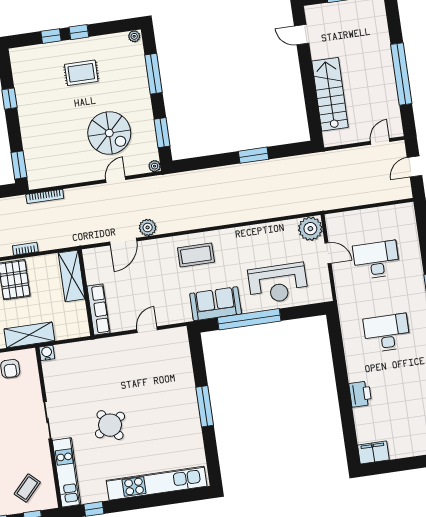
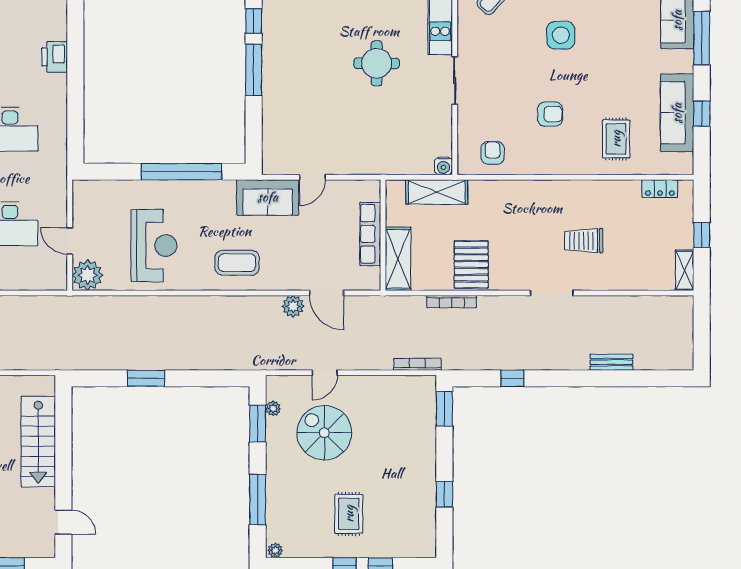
rug: (81, 73) -> (349, 514), turned 90
plant: (155, 166) -> (273, 408), moved
door: (123, 242) -> (327, 293), swing flipped
bookcase: (25, 249) -> (452, 302), width x1.56
reception desk: (278, 283) -> (154, 246), moved, turned 90
sofa: (216, 304) -> (268, 197), moved
row of seats: (98, 310) -> (370, 234), moved
shelving: (29, 335) -> (437, 192), moved
round table: (110, 425) -> (377, 63), turned 32
window: (210, 444) -> (254, 21), added

